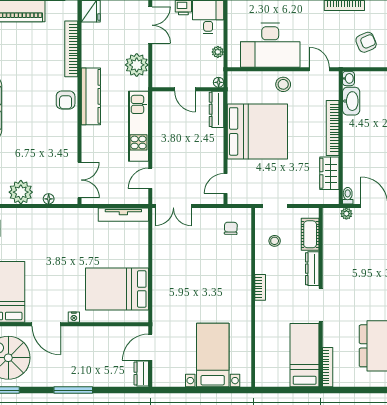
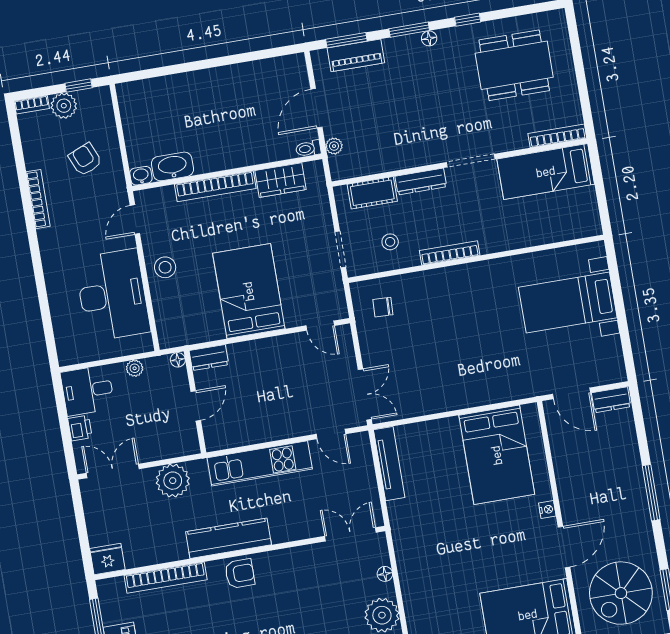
dresser: (216, 109) -> (209, 358), width x0.70
bed: (257, 131) -> (249, 291), width x0.73
bookcase: (260, 287) -> (450, 253), width x1.56

